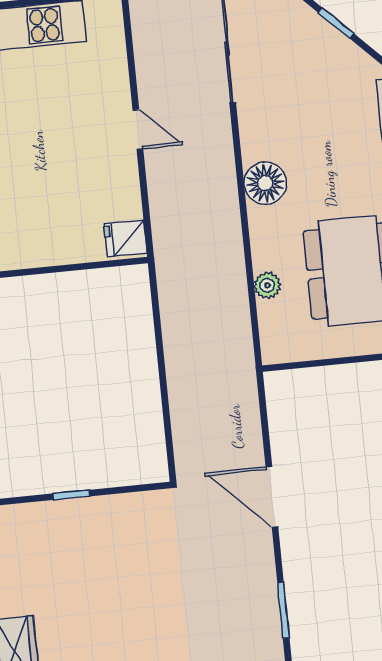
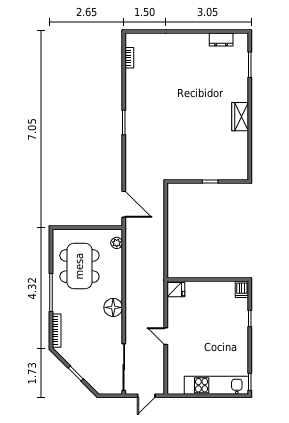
plant: (267, 285) -> (117, 243), moved
door: (272, 497) -> (124, 204), moved

